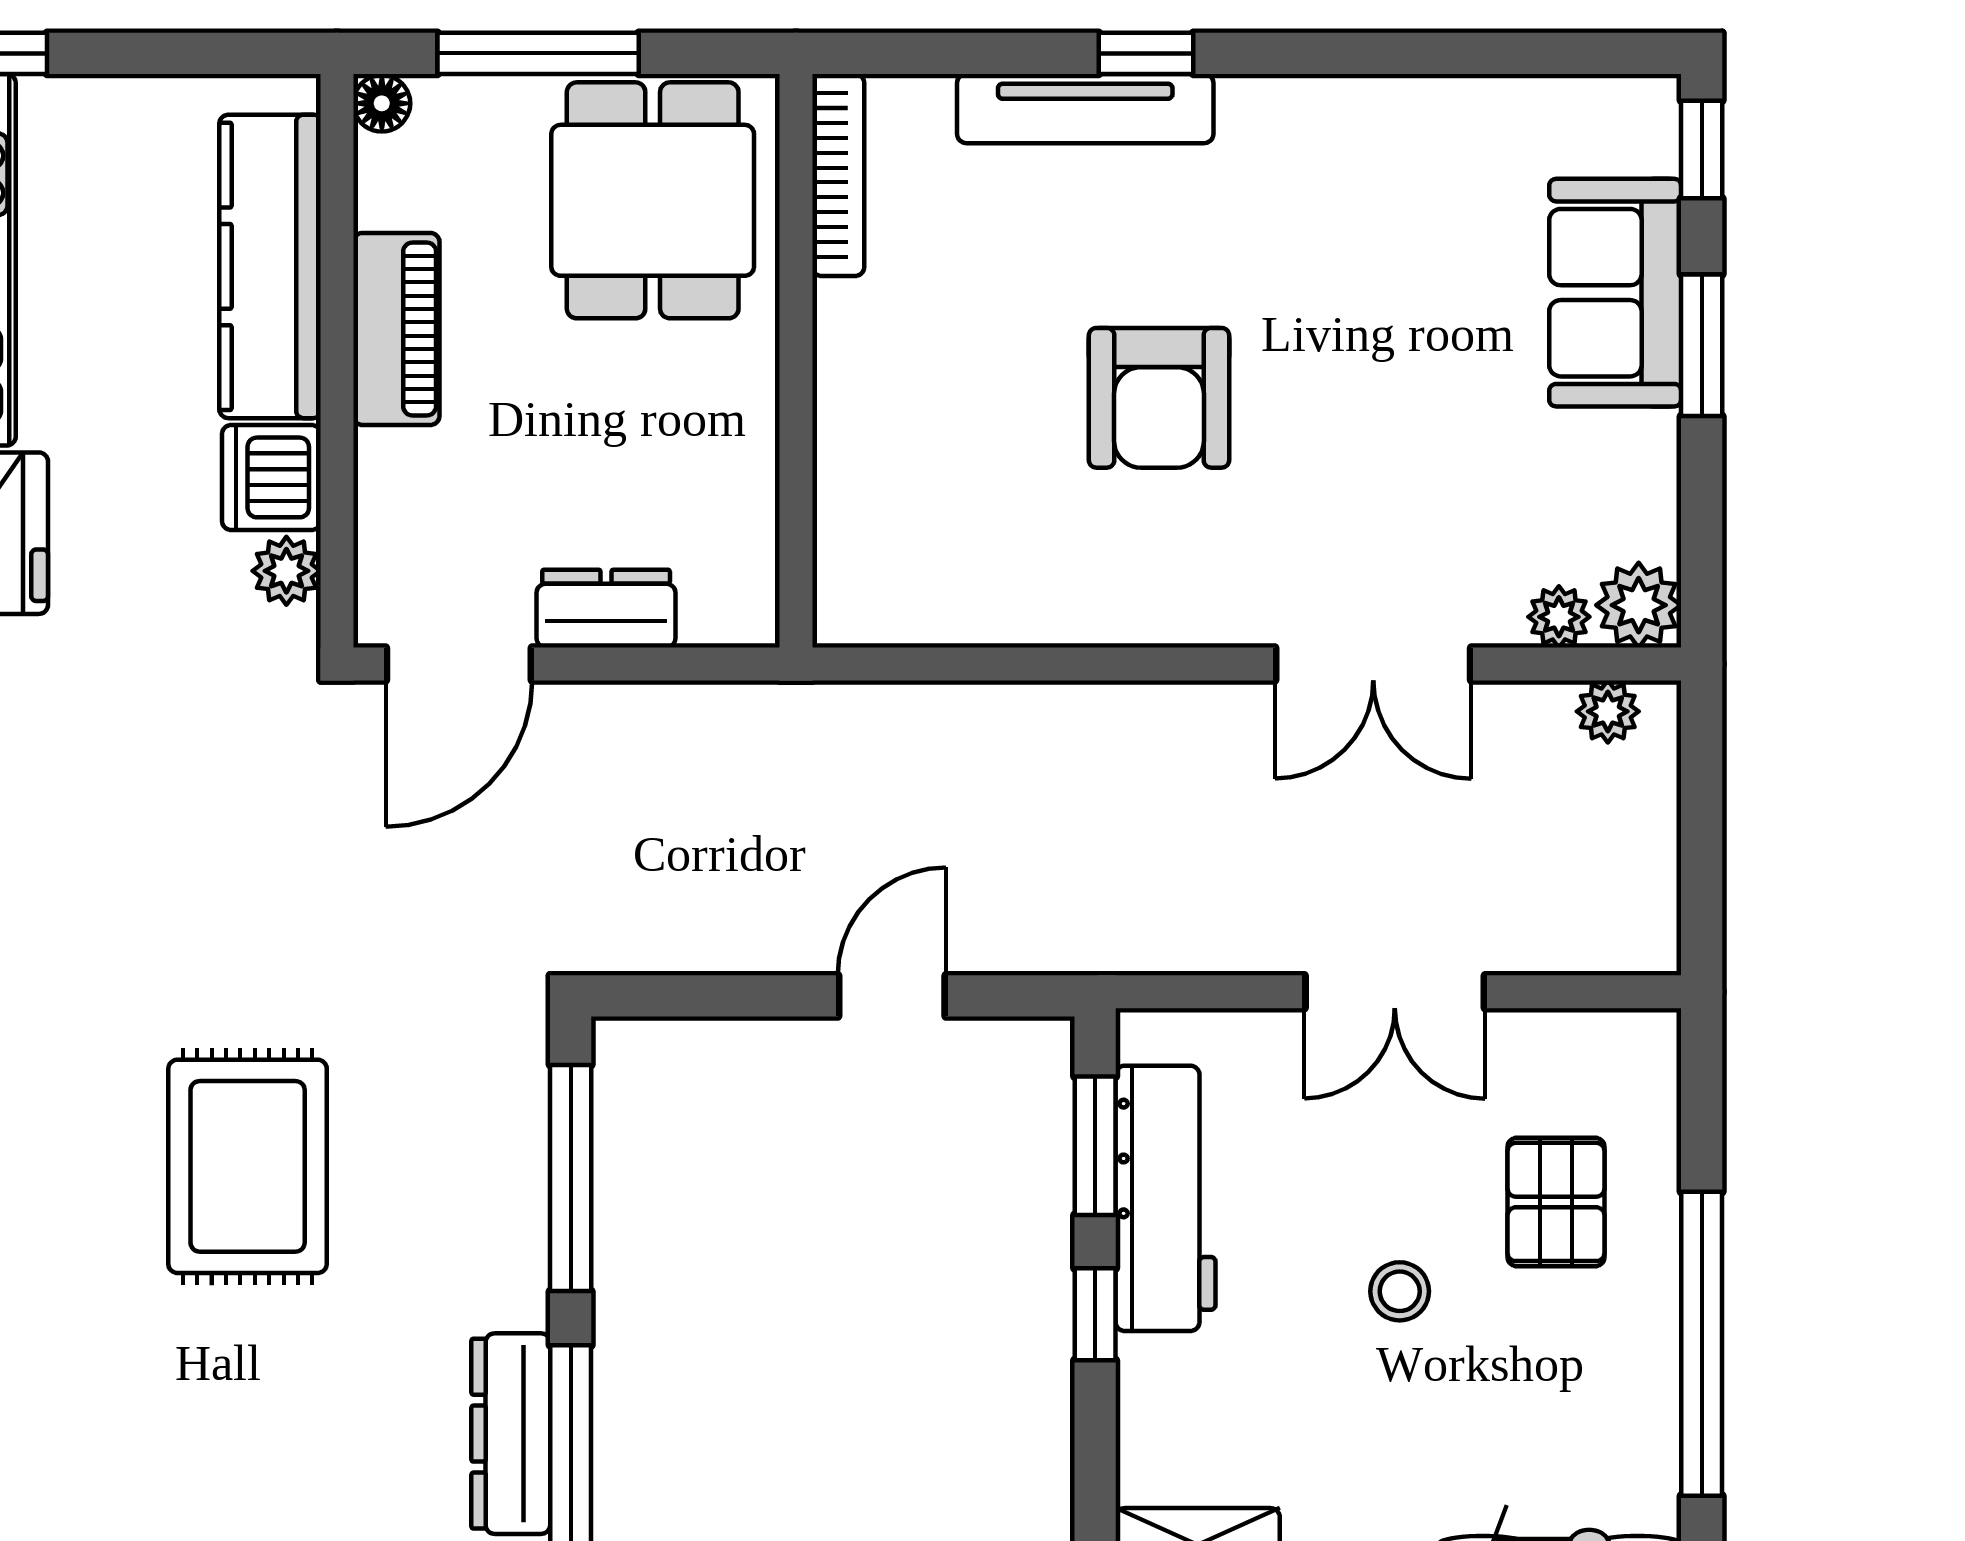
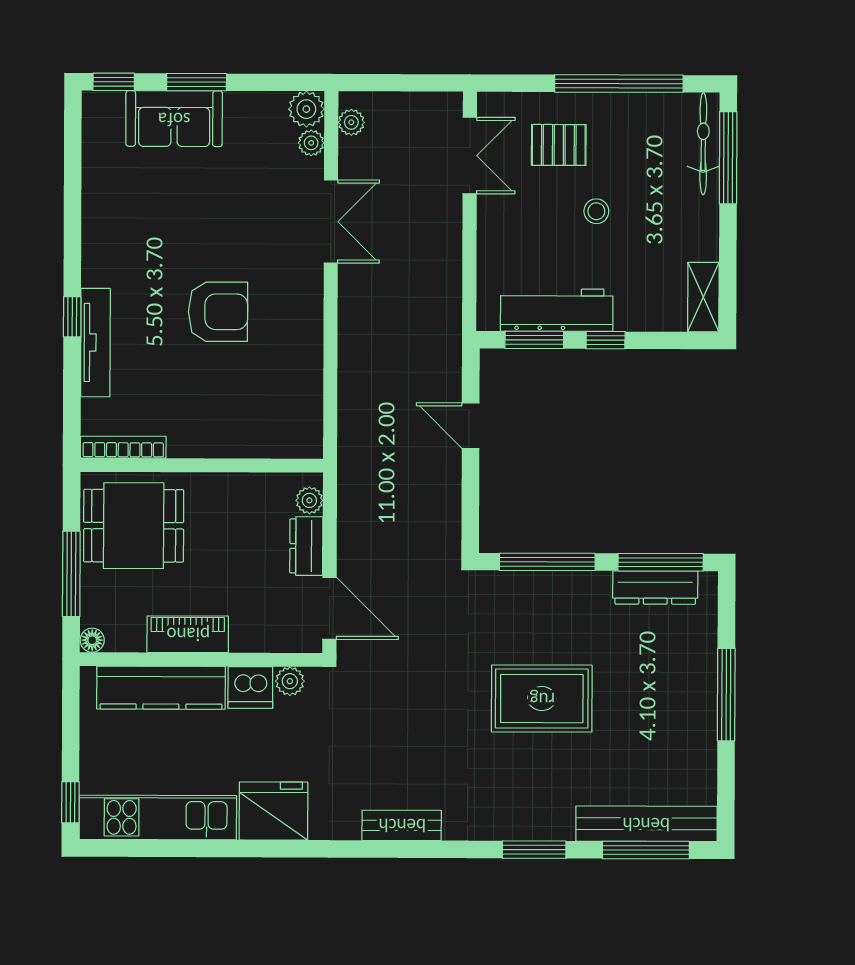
plant: (714, 616) -> (309, 500), added
double door: (1395, 992) -> (470, 156), moved

